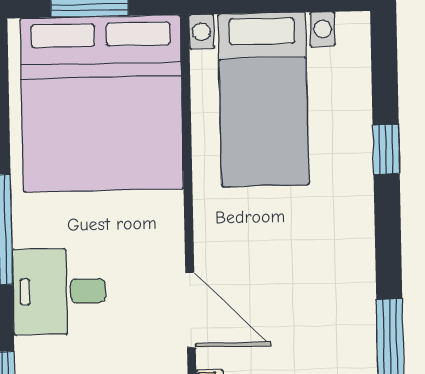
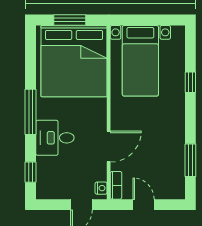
door: (191, 310) -> (109, 147), hinge flipped

